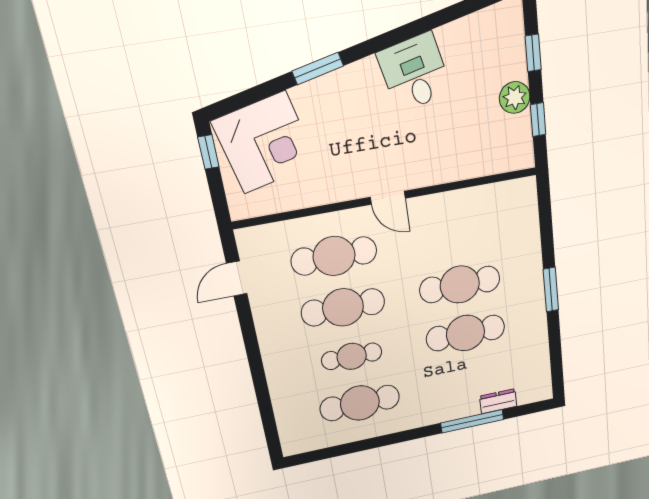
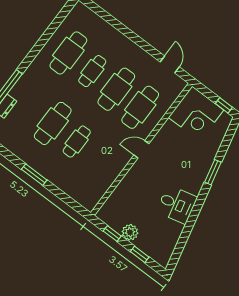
corner desk: (265, 143) -> (196, 114), moved, turned -77
cafe table: (460, 285) -> (77, 142), width x0.73, depth x0.74

